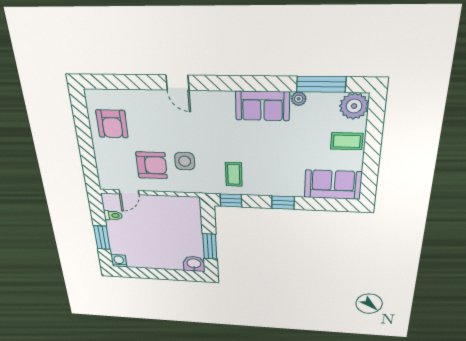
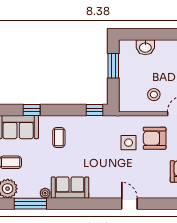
coffee table: (234, 174) -> (59, 137), moved
window: (283, 203) -> (32, 110), moved
stool: (158, 214) -> (154, 95), added
washbasin: (194, 264) -> (145, 47), moved

